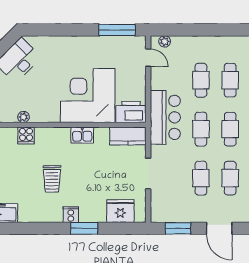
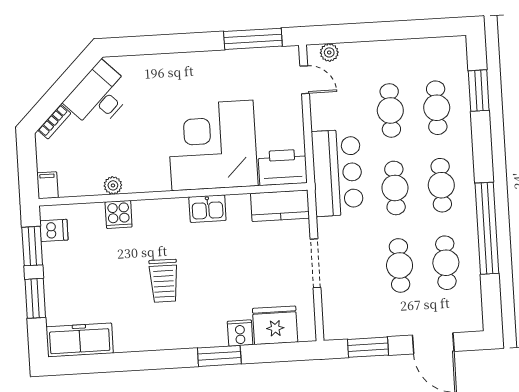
cooker: (71, 215) -> (240, 333), moved

